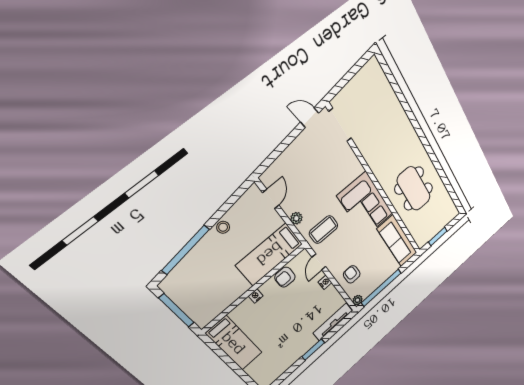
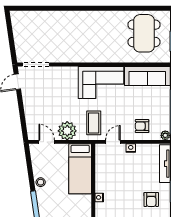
dining table: (414, 189) -> (144, 33), moved, turned 90
plant: (296, 218) -> (67, 131), width x1.88, depth x1.88
door: (319, 262) -> (113, 142), swing flipped
armchair: (285, 277) -> (151, 199), moved

